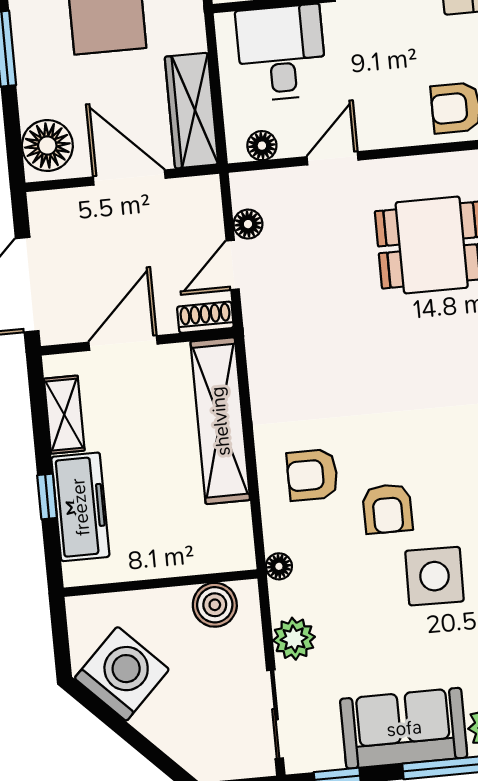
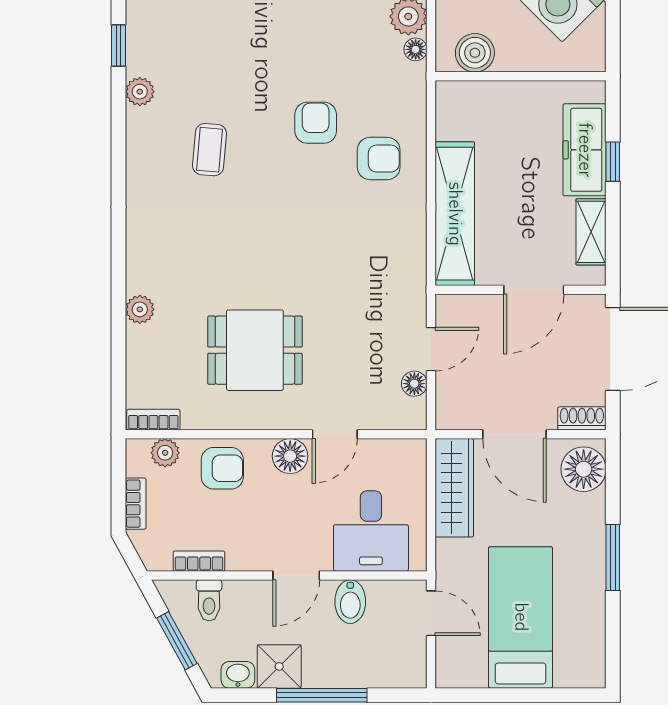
floor lamp: (262, 146) -> (290, 456), moved, width x1.37, depth x1.37
shoe rack: (205, 317) -> (582, 418), moved, turned 180
floor lamp: (279, 566) -> (416, 49), moved
side table: (434, 576) -> (280, 60), removed

